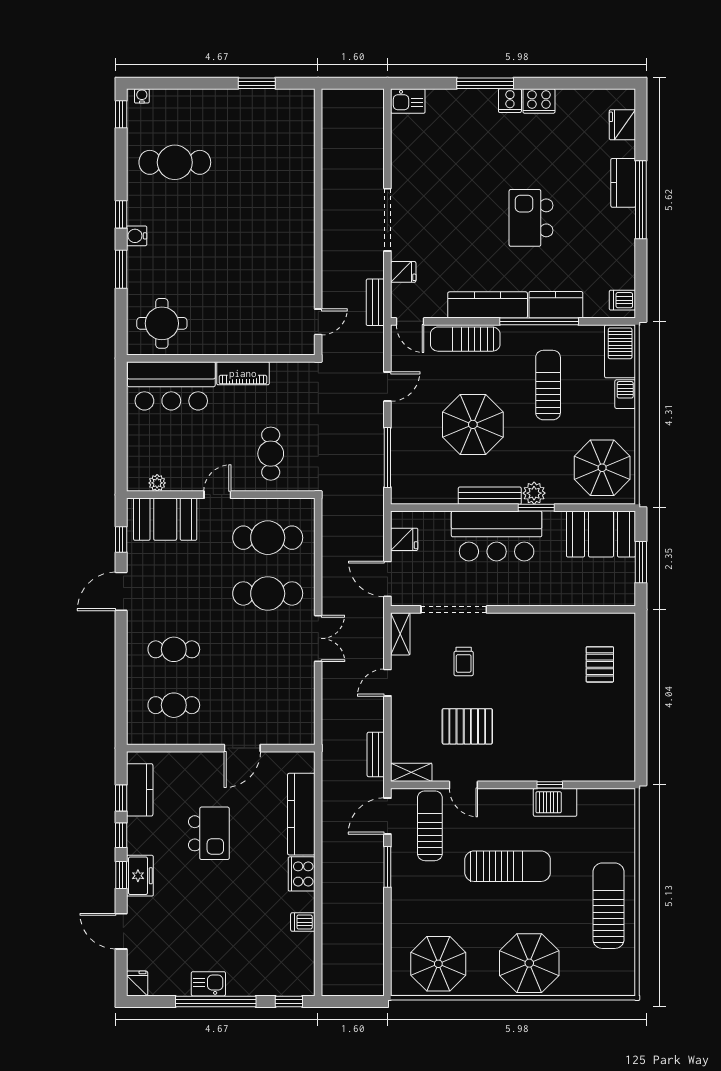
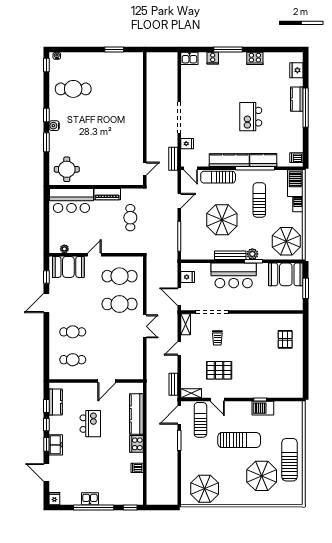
cooker: (510, 101) -> (213, 58), moved
cafe table: (271, 454) -> (130, 218), moved
parasol: (529, 963) -> (262, 476), moved

